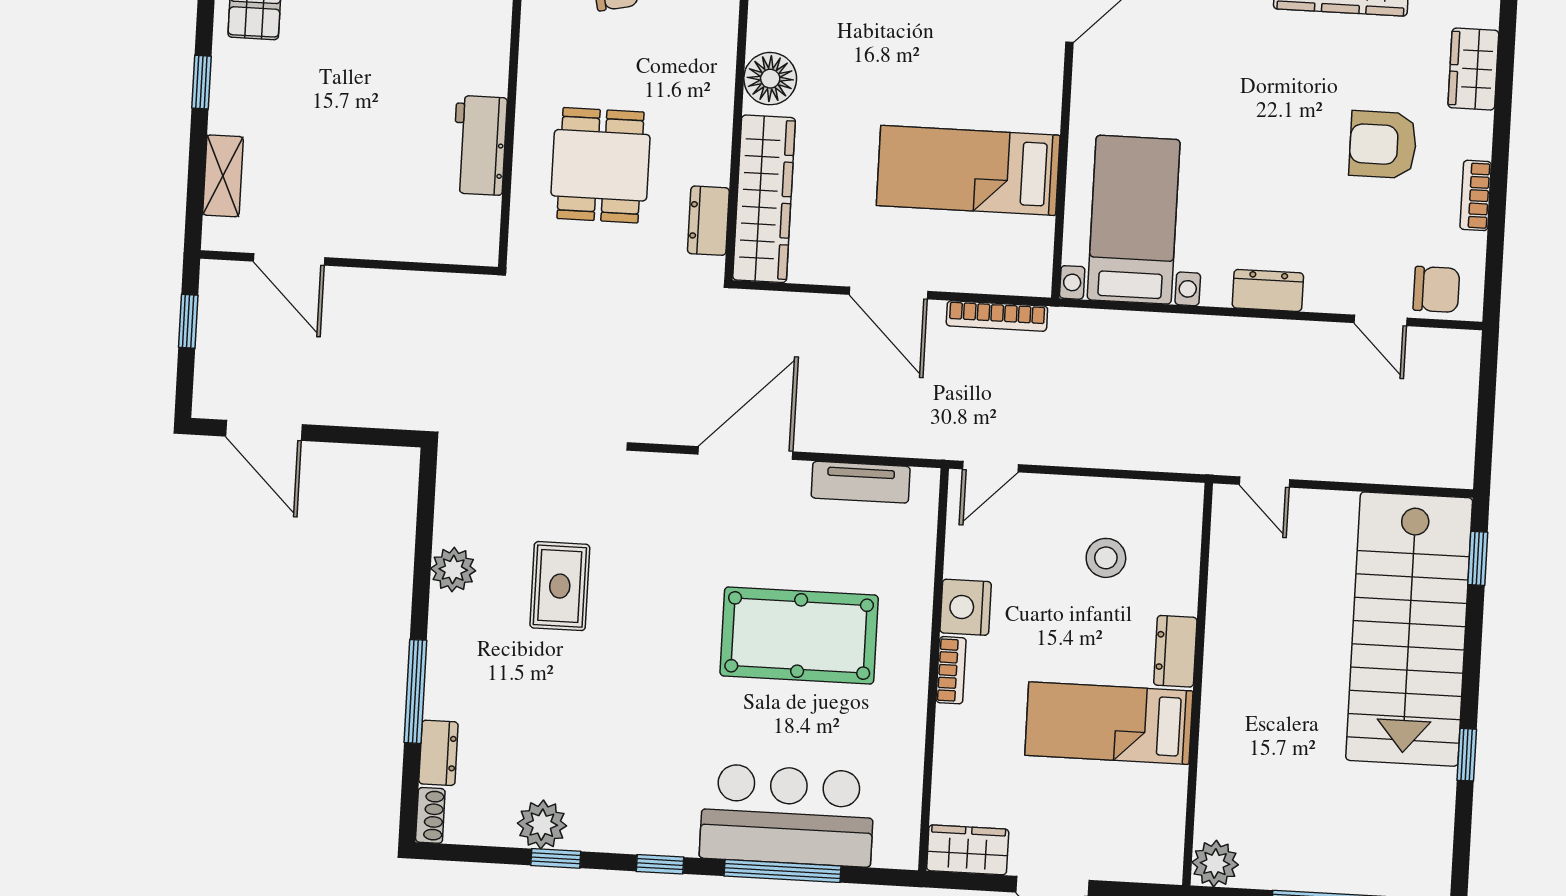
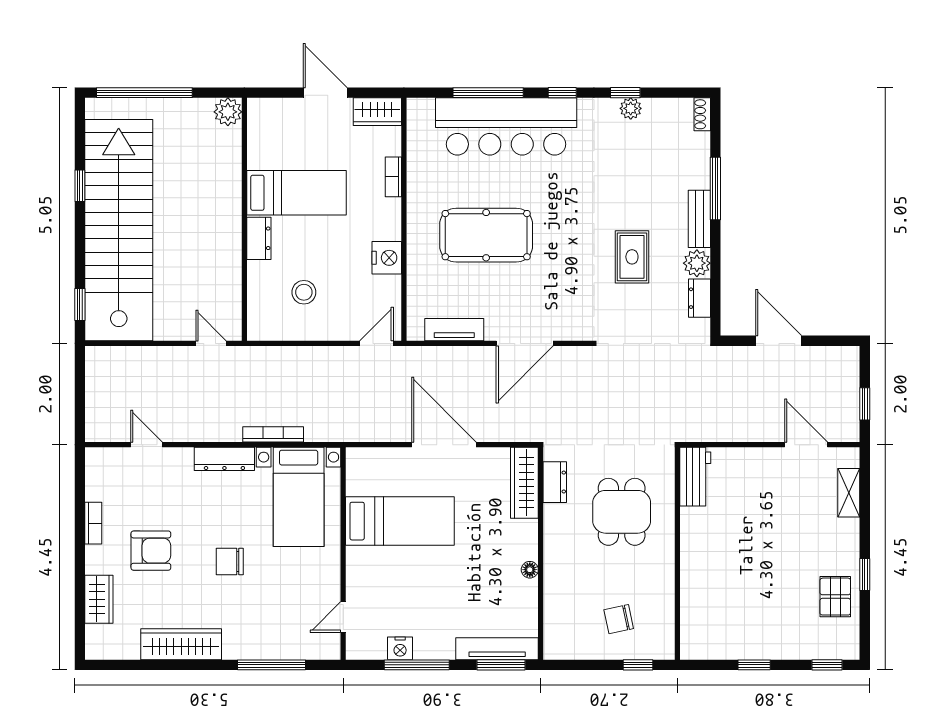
floor lamp: (770, 79) -> (530, 570), width x0.53, depth x0.53
window: (202, 82) -> (865, 574), moved
workbench: (479, 145) -> (695, 477), moved
wardrobe: (764, 199) -> (524, 483), width x0.71, depth x0.85
chair: (1436, 289) -> (230, 561), moved
dresser: (1268, 290) -> (224, 459), width x1.44
door: (888, 293) -> (444, 445), width x1.36
bookcase: (997, 316) -> (273, 434), moved
door: (264, 430) -> (779, 341), moved
stairs: (1409, 629) -> (119, 230), width x1.36
bench: (445, 643) -> (699, 219), added
bookcase: (951, 670) -> (393, 177), moved
dresser: (438, 753) -> (699, 298), moved
bar counter: (787, 815) -> (506, 126), width x1.36
plant: (542, 825) -> (631, 108), width x0.73, depth x0.73

